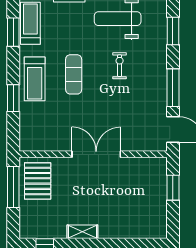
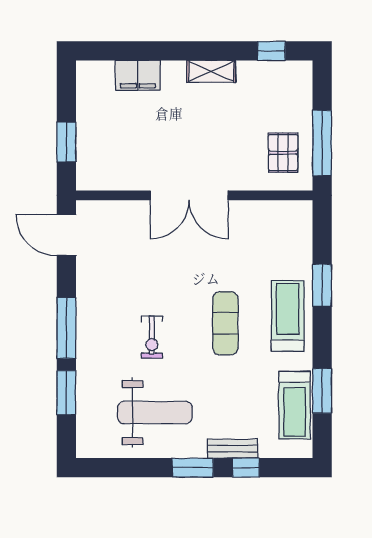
window: (173, 88) -> (66, 328), moved
pallet: (38, 181) -> (283, 153), width x0.67, depth x0.71
filing cabinet: (128, 229) -> (138, 75), added

